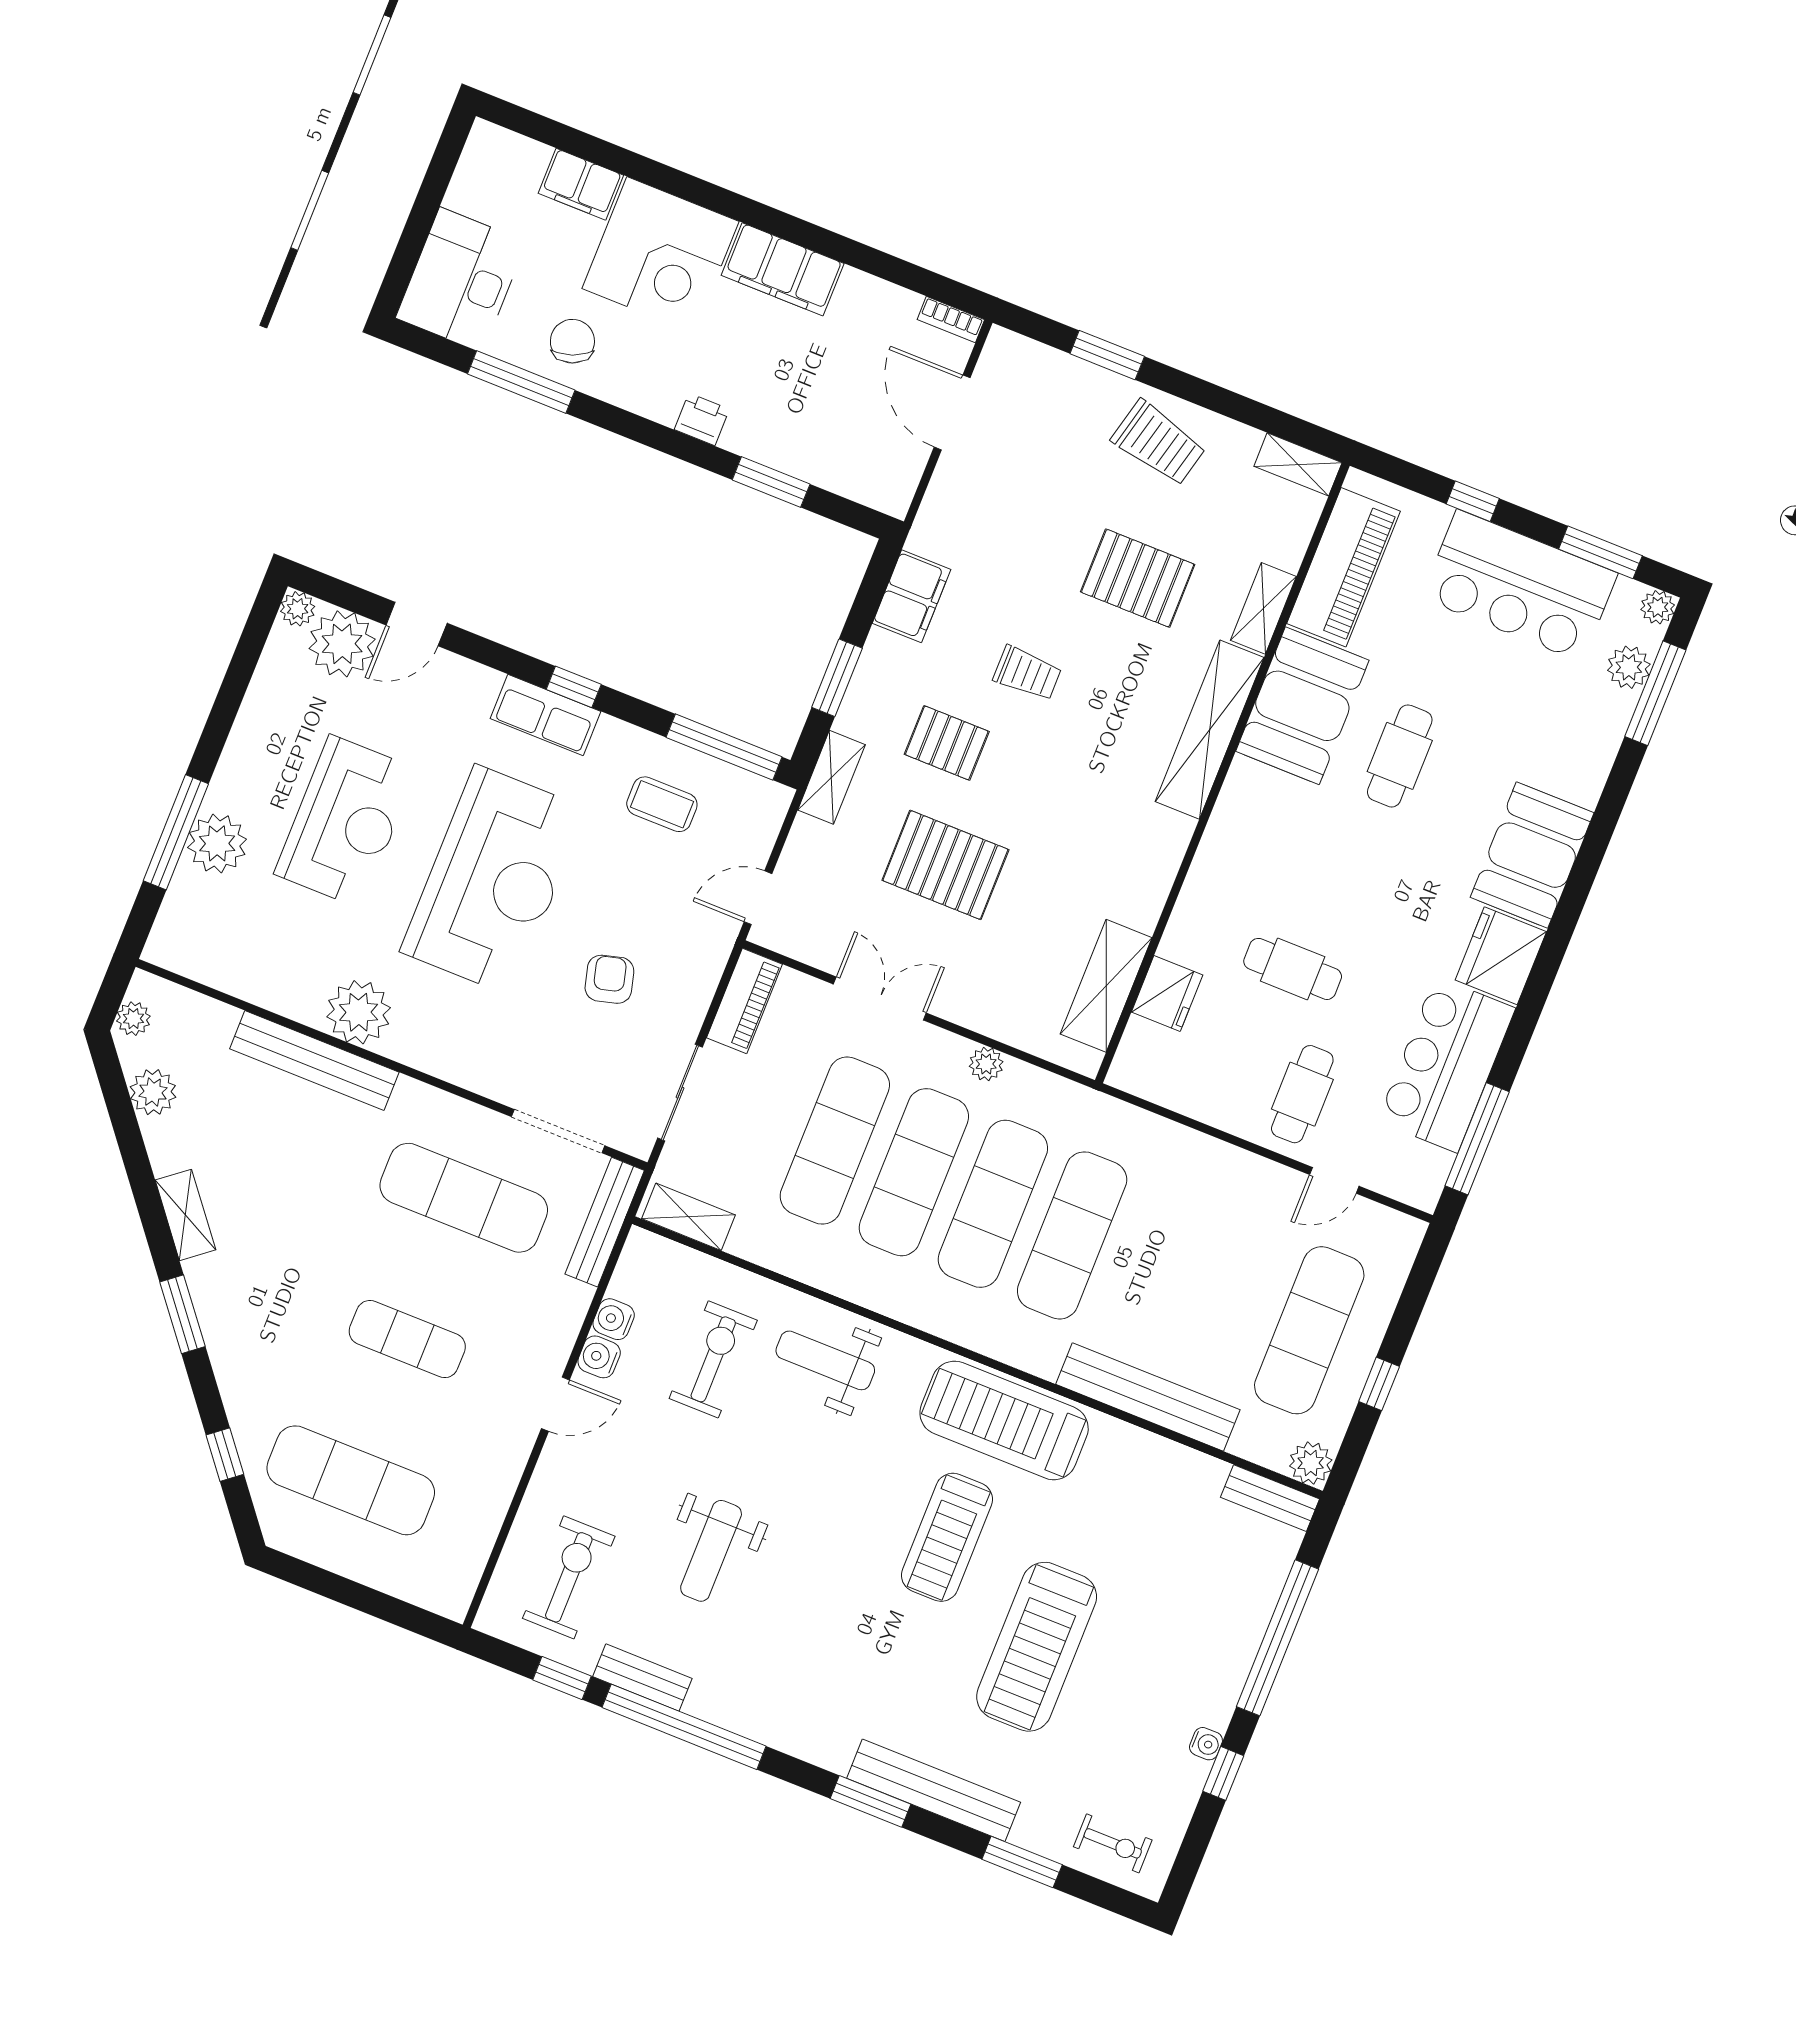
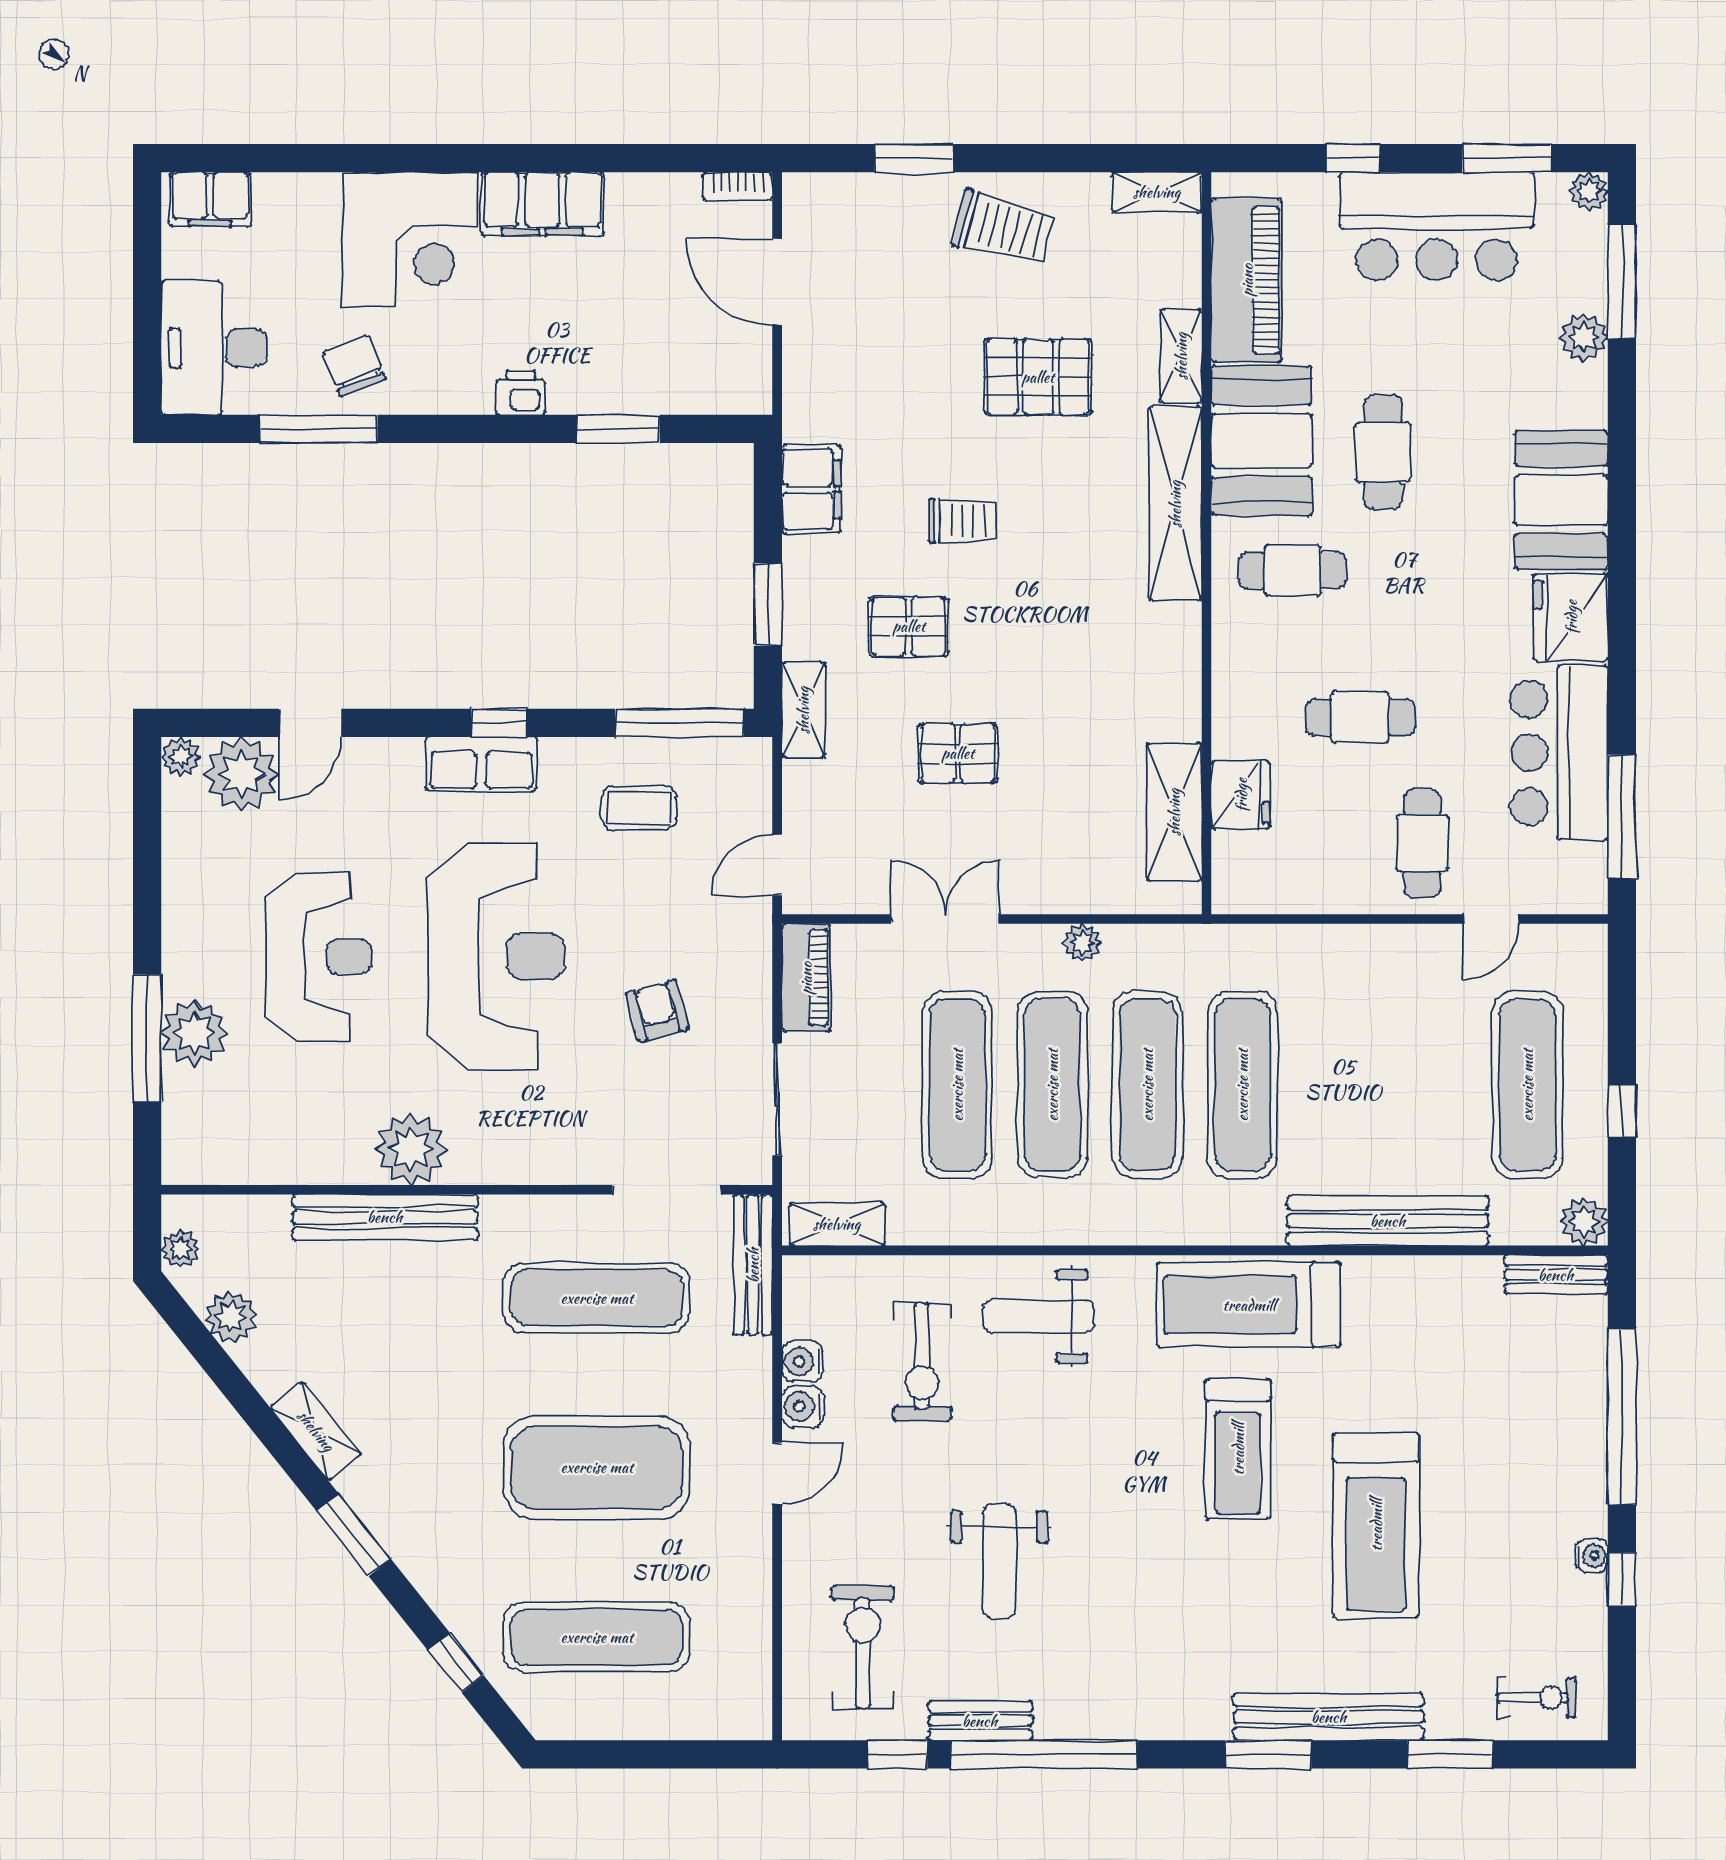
filing cabinet: (581, 184) -> (210, 199), moved
plant: (1629, 667) -> (1584, 337), moved
cafe table: (1285, 824) -> (1292, 571), added
pallet: (945, 865) -> (958, 753), width x0.67, depth x0.71
exercise mat: (407, 1339) -> (597, 1467), width x2.00, depth x1.45
exercise bike: (713, 1359) -> (922, 1362), turned 180

